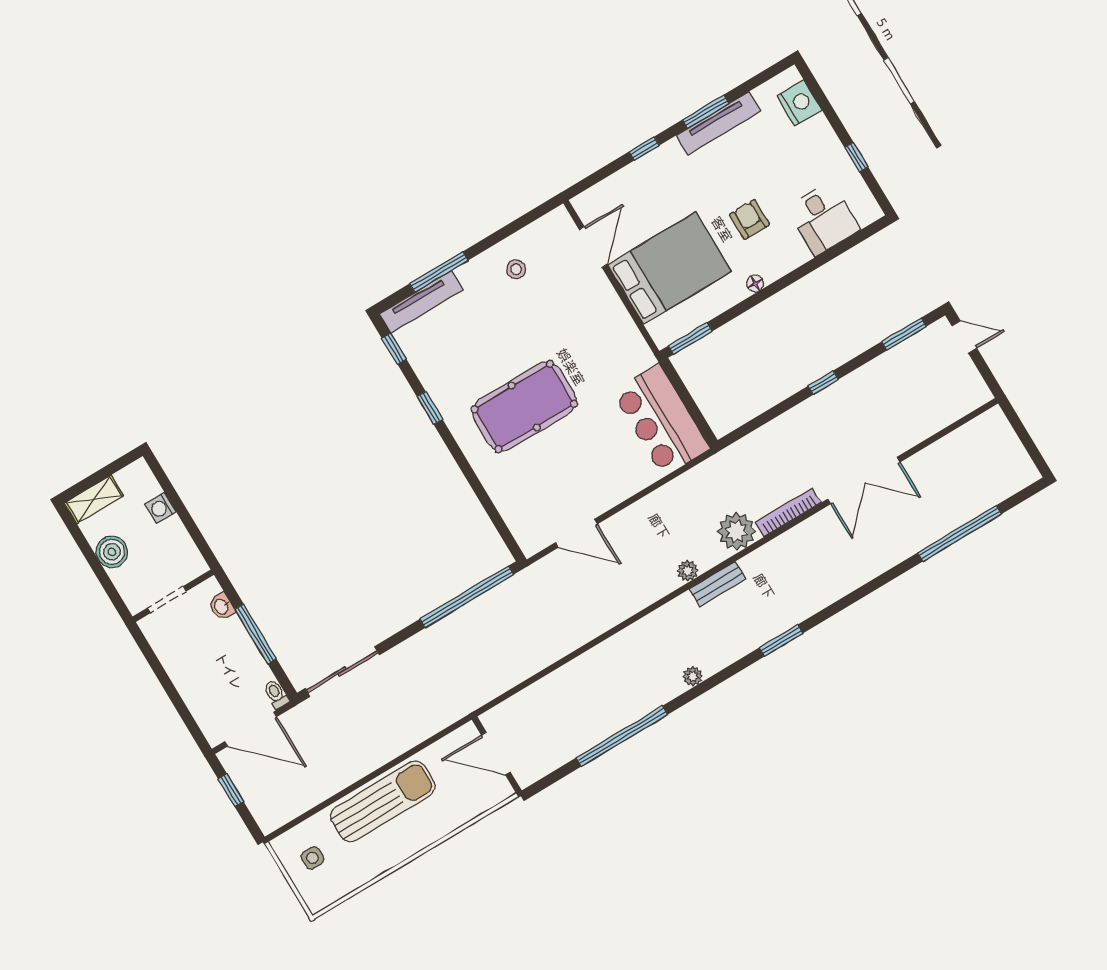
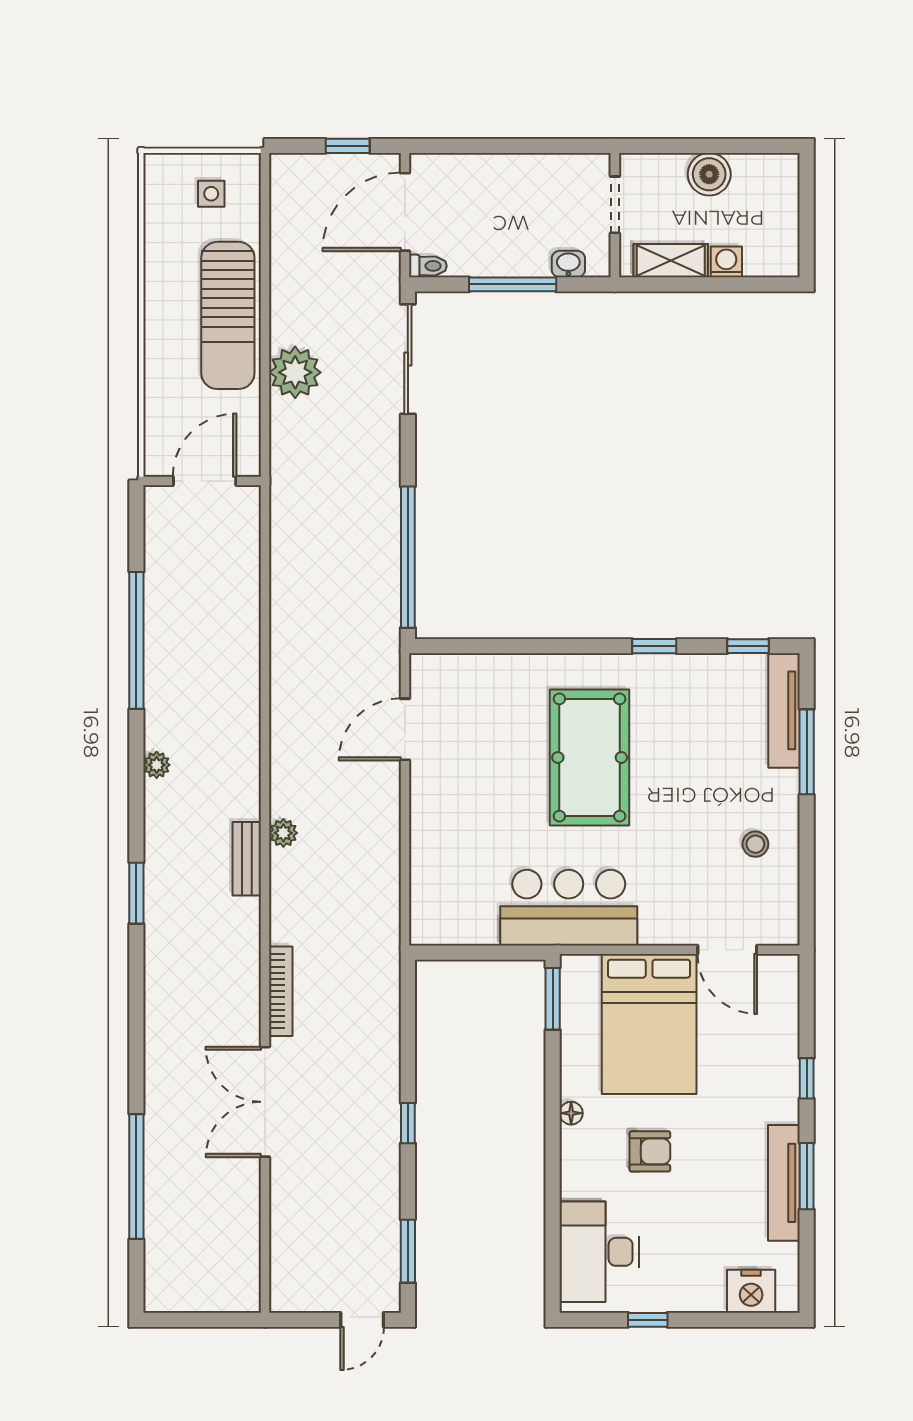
desk: (823, 219) -> (599, 1252), width x1.37
bar counter: (661, 420) -> (569, 908), moved
shelving: (94, 499) -> (671, 261), moved, turned 90
plant: (736, 531) -> (295, 372), moved

